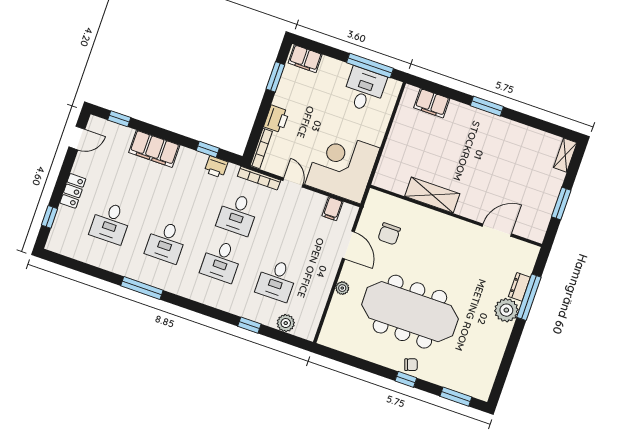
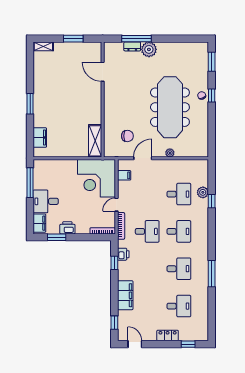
desk: (364, 90) -> (46, 201), moved
printer: (276, 119) -> (67, 228), moved
shelving: (432, 195) -> (95, 141), moved
plant: (286, 323) -> (203, 192), moved

